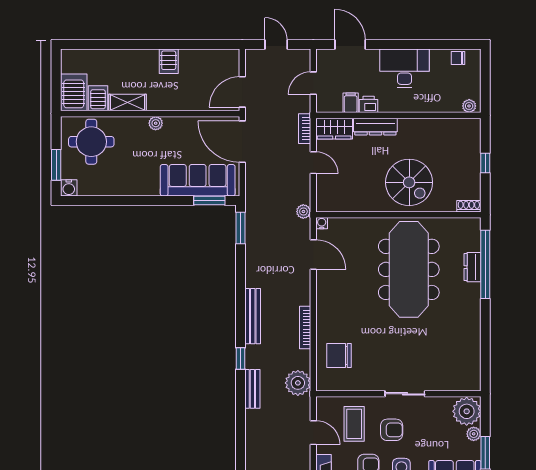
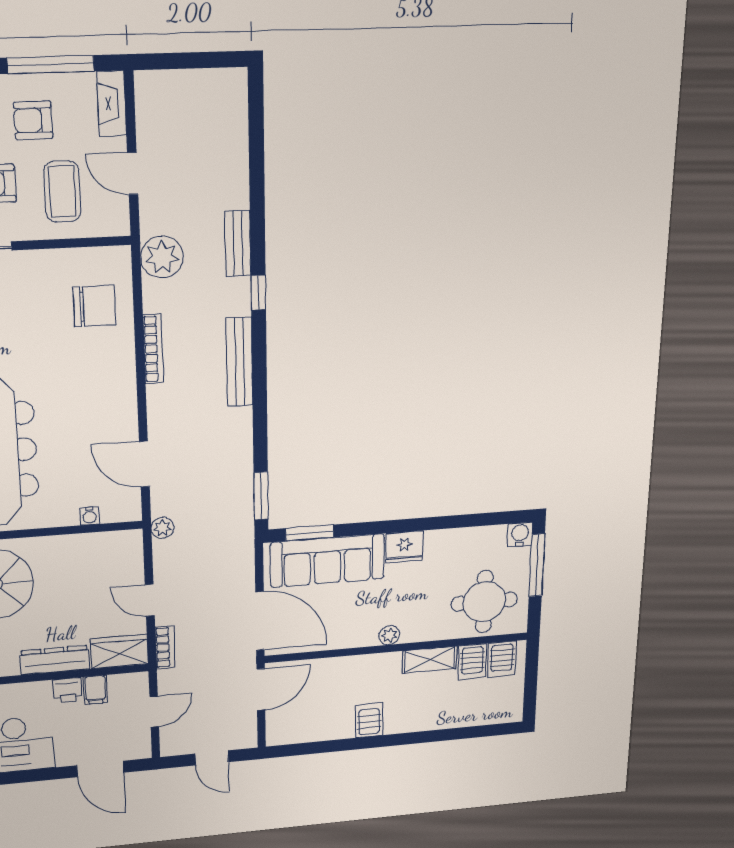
server rack: (74, 92) -> (502, 659), width x0.73, depth x0.70
window: (56, 165) -> (537, 565), width x1.44
fridge: (147, 186) -> (404, 547), added
water cooler: (322, 223) -> (90, 516), moved

